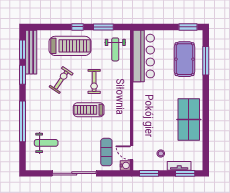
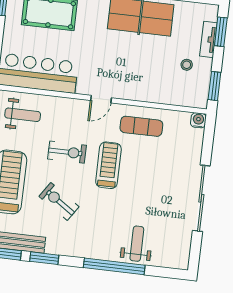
treadmill: (89, 110) -> (108, 165), turned 180
weight bench: (46, 143) -> (137, 244), moved
exercise mat: (106, 152) -> (141, 126), moved
door: (132, 153) -> (101, 99), moved

